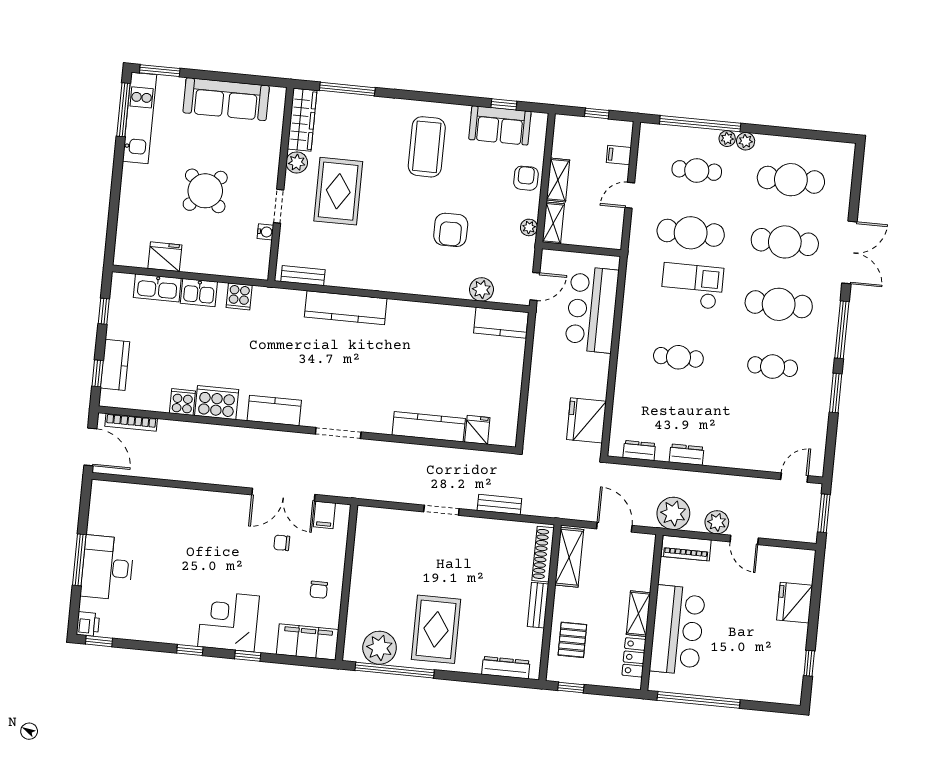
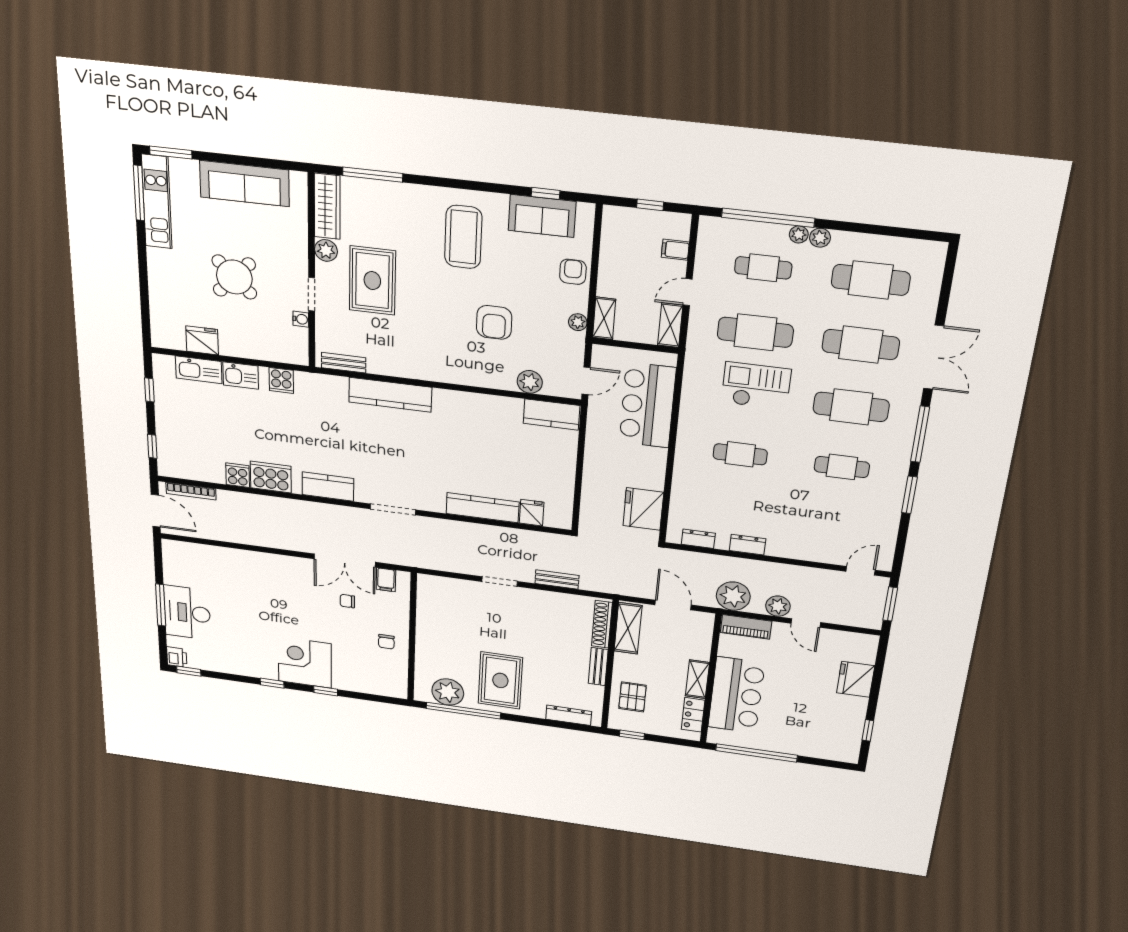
shelving: (558, 180) -> (670, 325), moved
kitchen counter: (115, 365) -> (168, 439), removed
filing cabinet: (307, 642) -> (380, 683), removed

